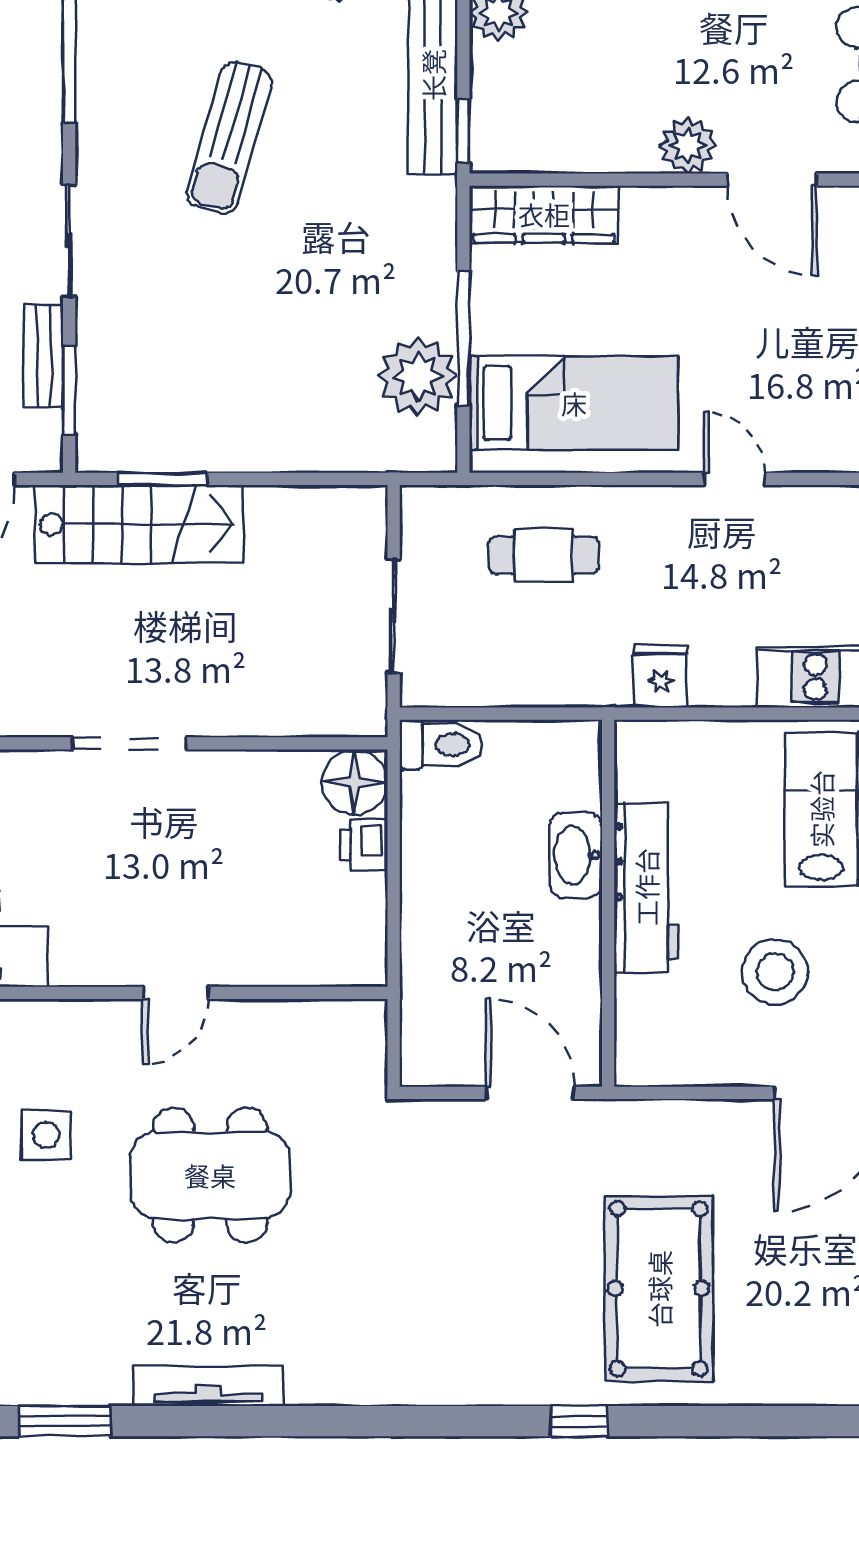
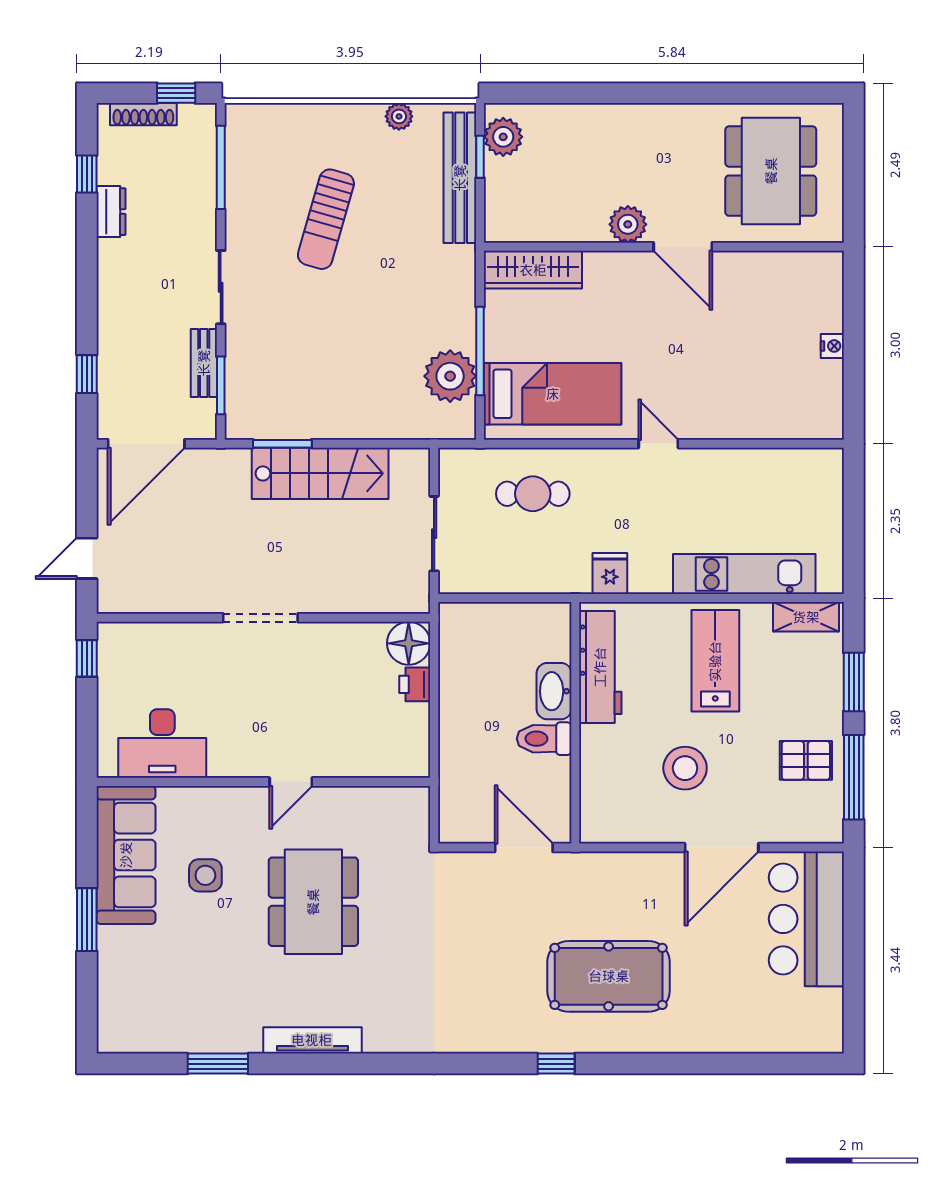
window: (463, 131) -> (480, 157), moved
stairs: (139, 524) -> (320, 473), moved
toilet: (441, 745) -> (544, 739), moved, turned 180
workbench: (646, 887) -> (600, 667), moved
dining table: (210, 1175) -> (313, 902), turned 90
pool table: (659, 1289) -> (609, 976), turned 90

